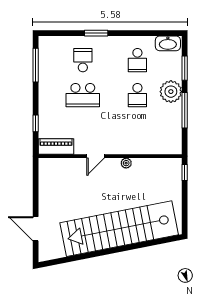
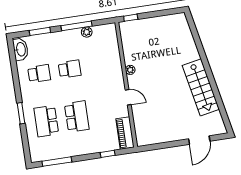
school desk: (83, 60) -> (46, 121), width x1.85
plant: (171, 92) -> (87, 32), moved, width x0.53, depth x0.53
stairs: (119, 229) -> (201, 87), width x0.54, depth x0.66

